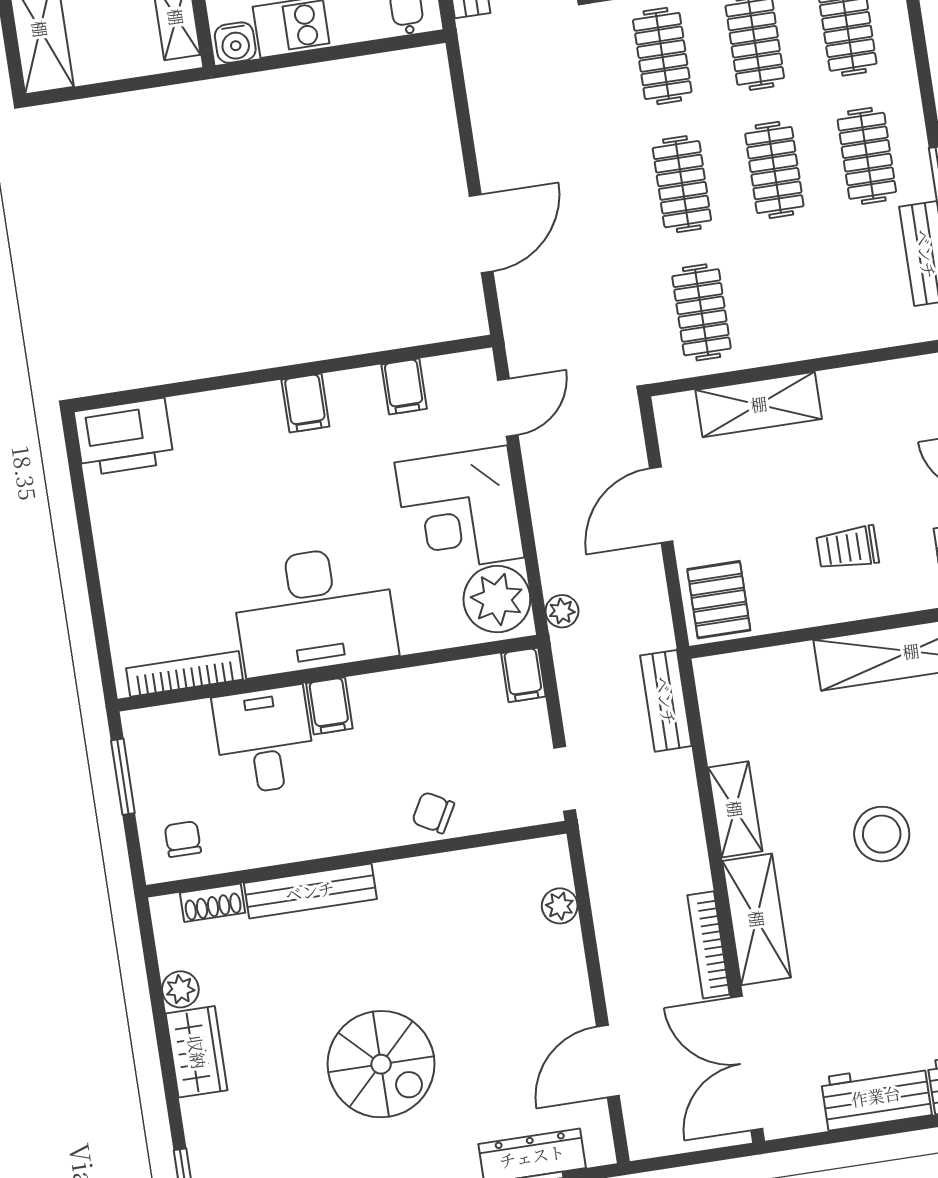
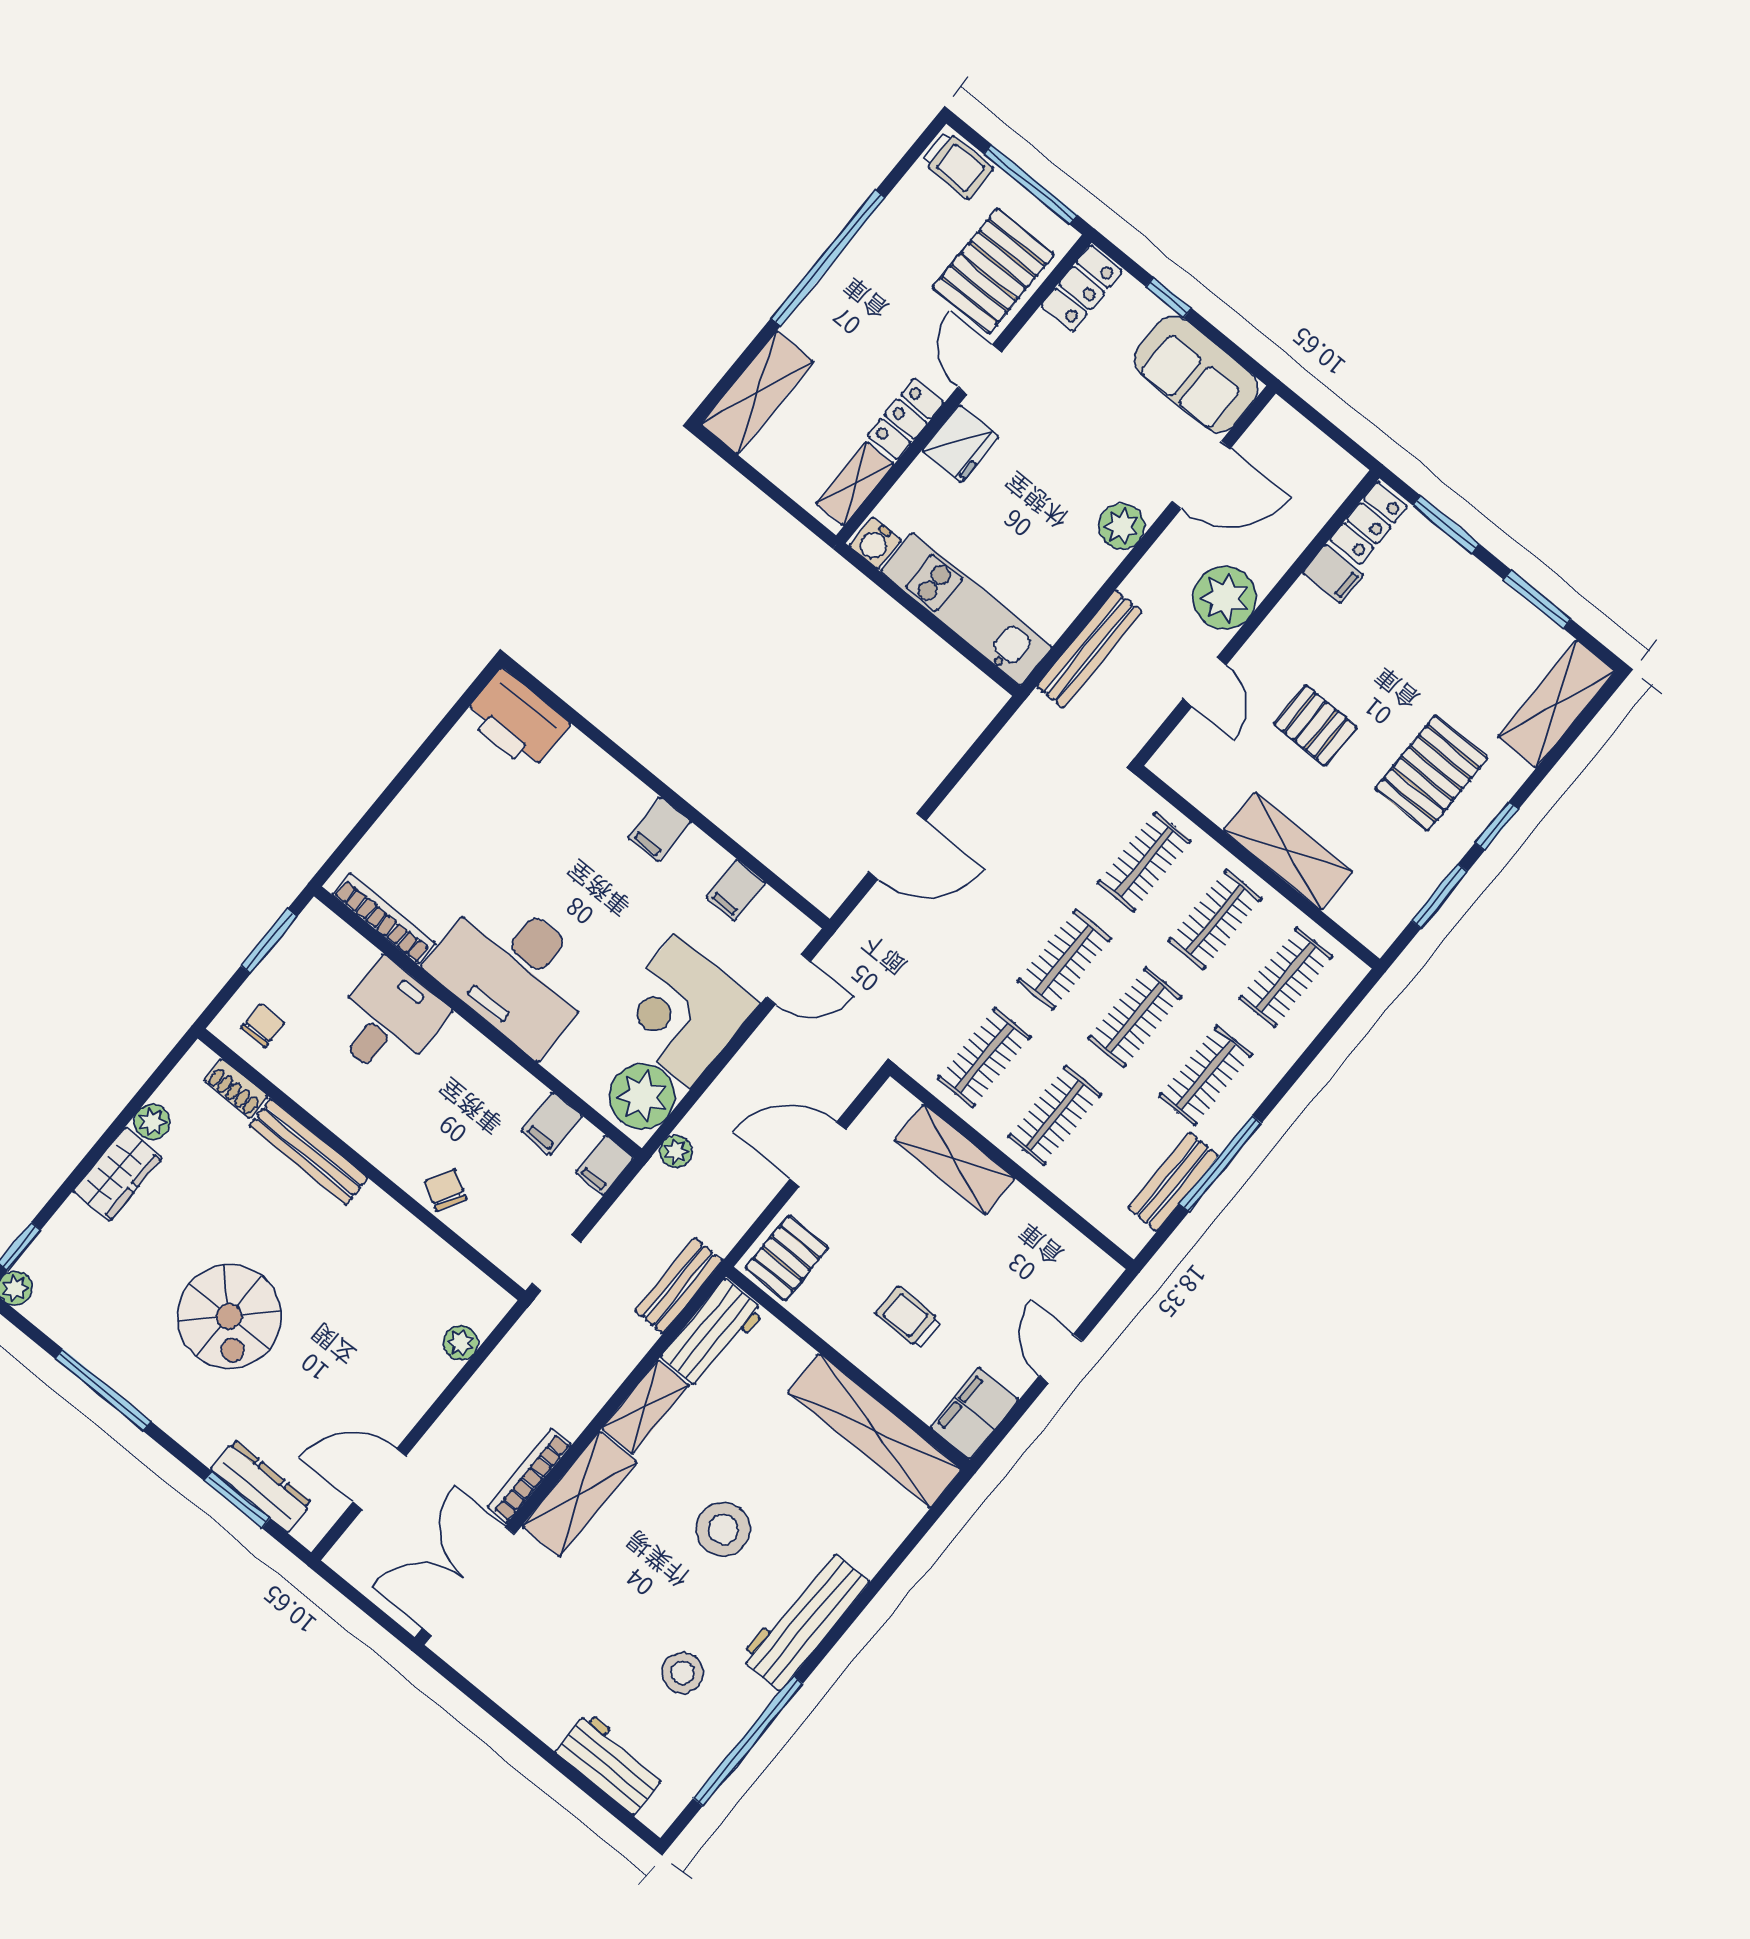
clothes rail: (794, 298) -> (1055, 1115), added
filing cabinet: (329, 706) -> (552, 1124), moved
workbench: (876, 1096) -> (713, 1334), moved, turned 90

